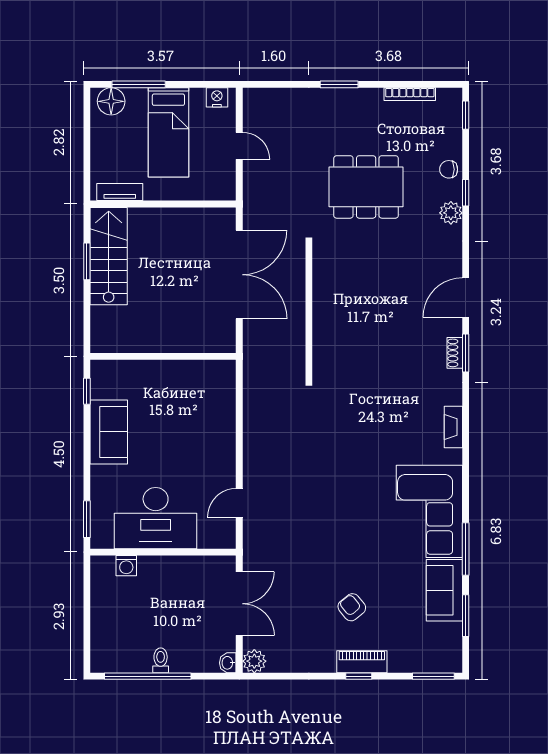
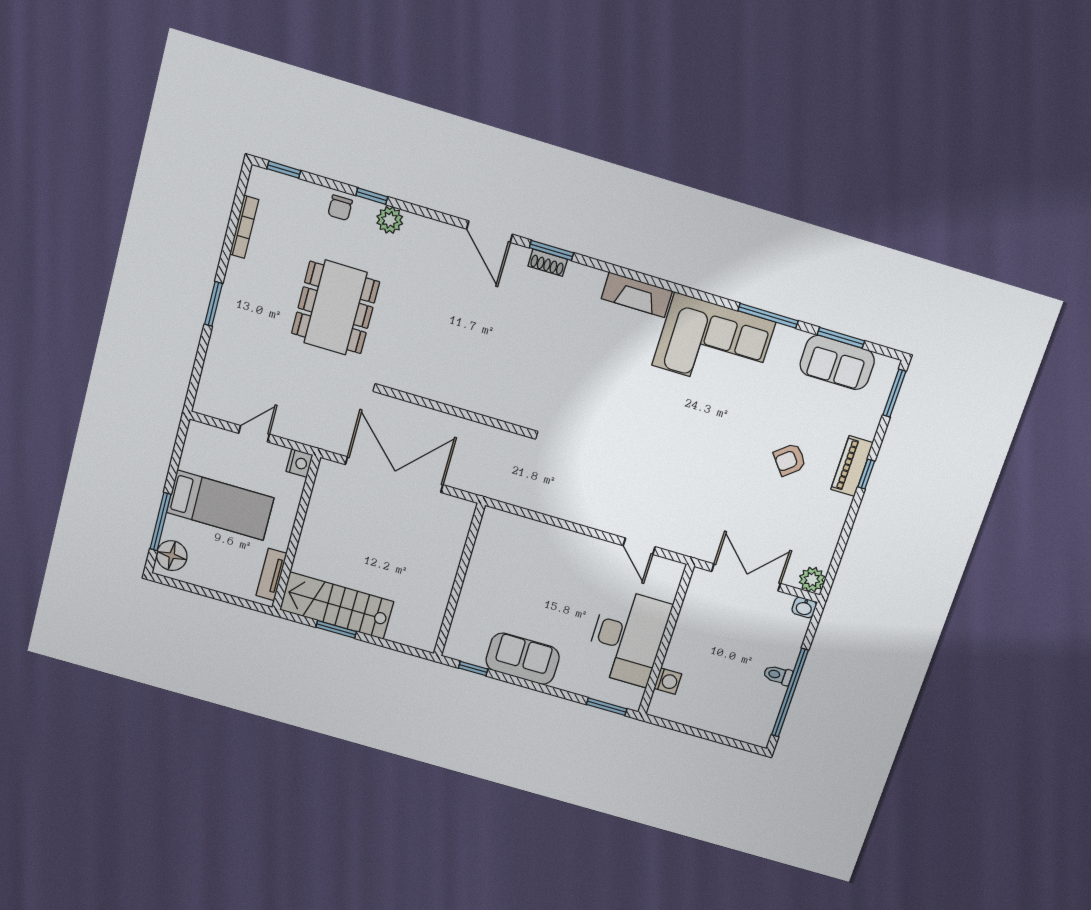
nightstand: (217, 97) -> (299, 463), moved, turned 180
fireplace: (453, 427) -> (637, 295), width x1.37, depth x1.32
sofa: (444, 590) -> (837, 363), moved

